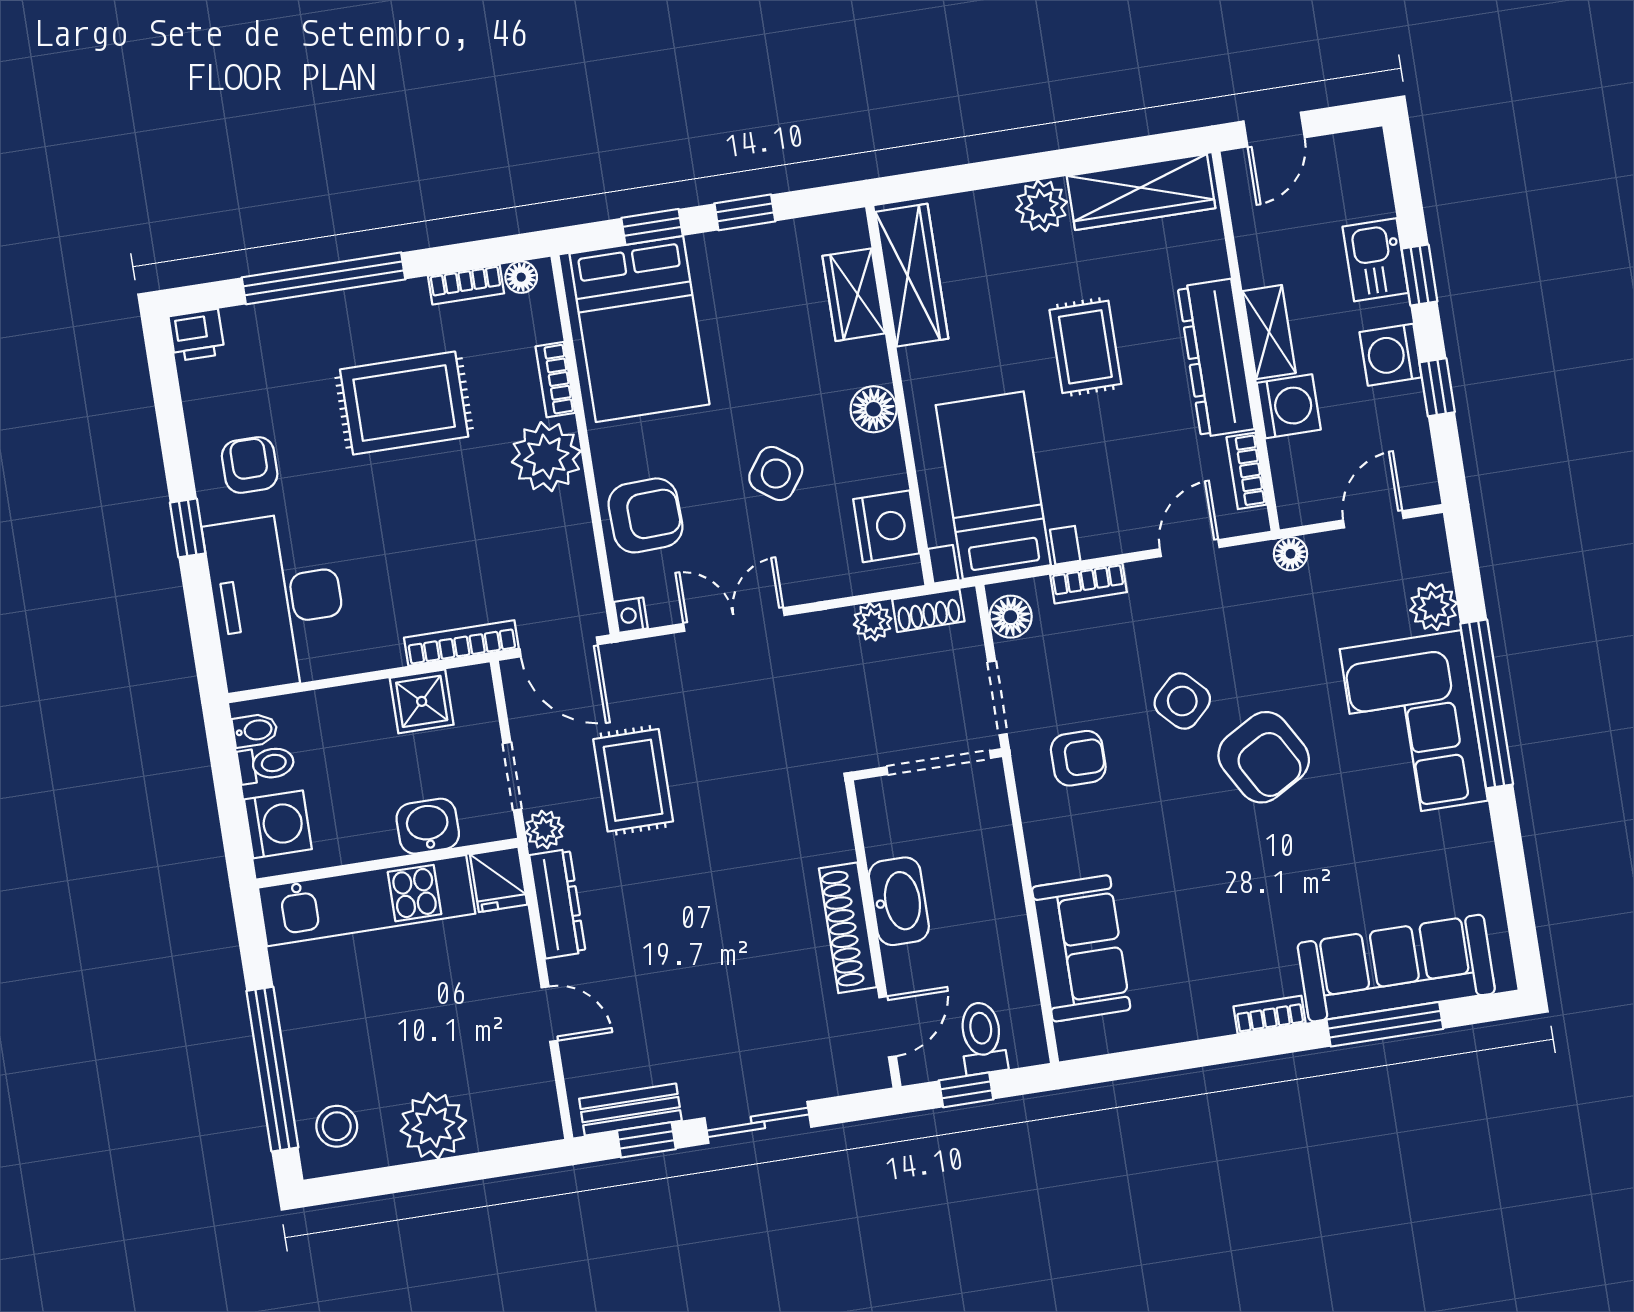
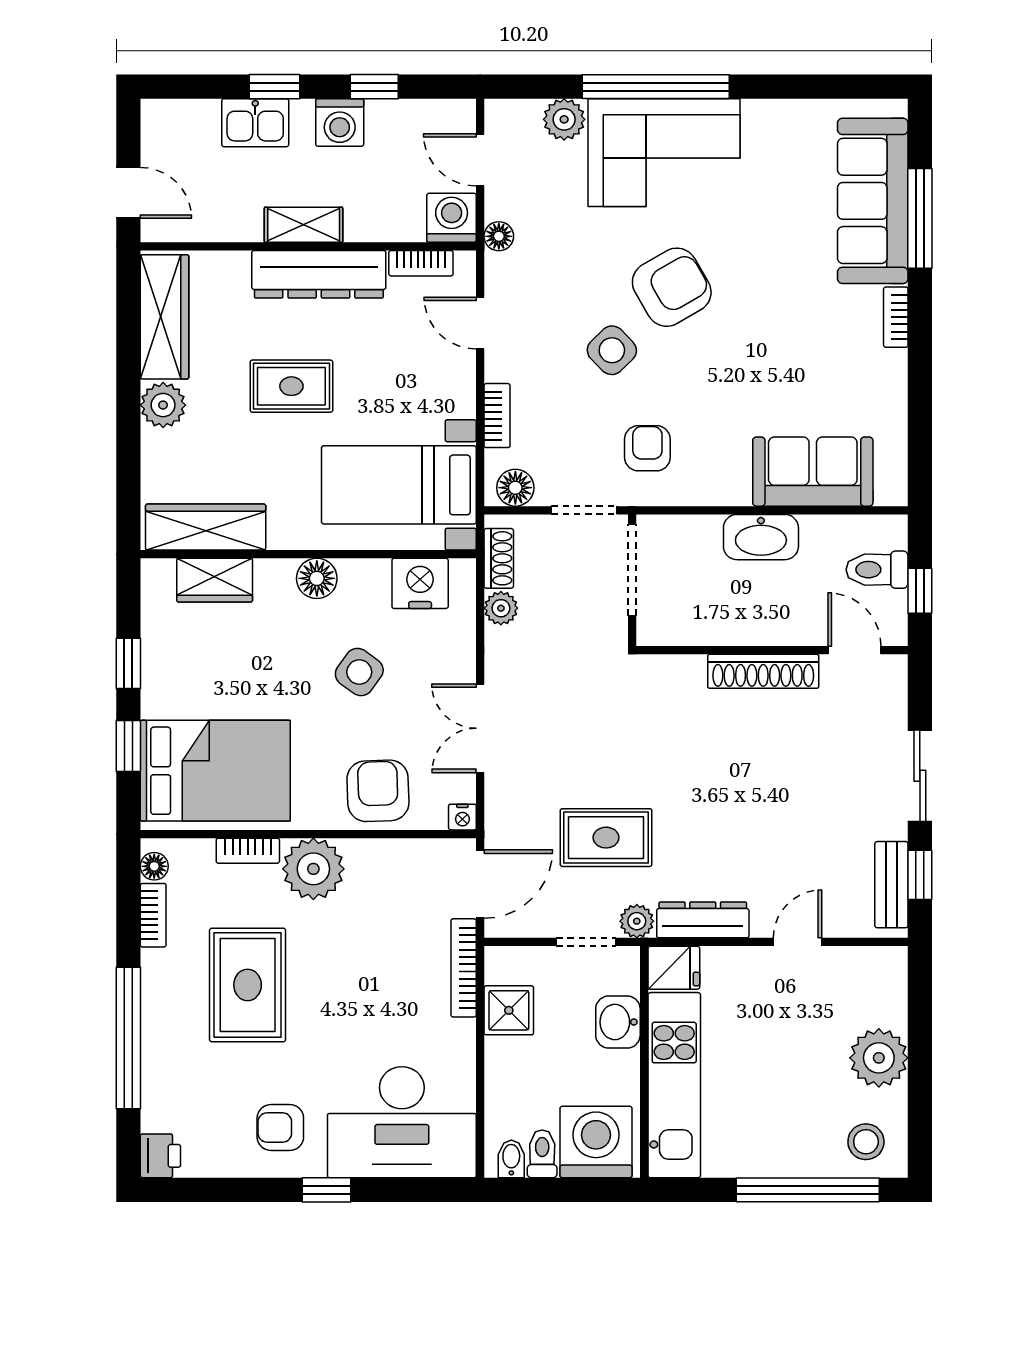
washing machine: (1289, 406) -> (452, 218), moved
washing machine: (278, 824) -> (596, 1142), width x1.37, depth x1.37
washbasin: (899, 901) -> (761, 537), moved, turned 180

